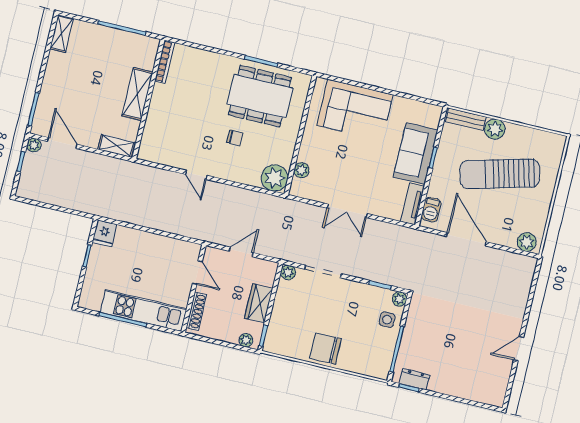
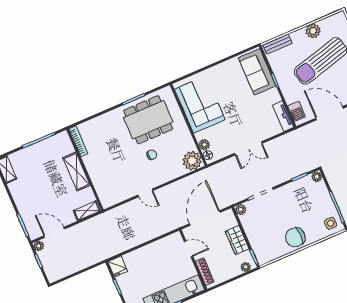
corner sofa: (355, 110) -> (200, 104), moved, turned -90
plant: (495, 129) -> (313, 31), moved
sofa: (416, 154) -> (257, 72), moved
floor lamp: (297, 185) -> (208, 155), added
door: (241, 252) -> (205, 218), width x1.87
side table: (387, 320) -> (331, 223), moved

